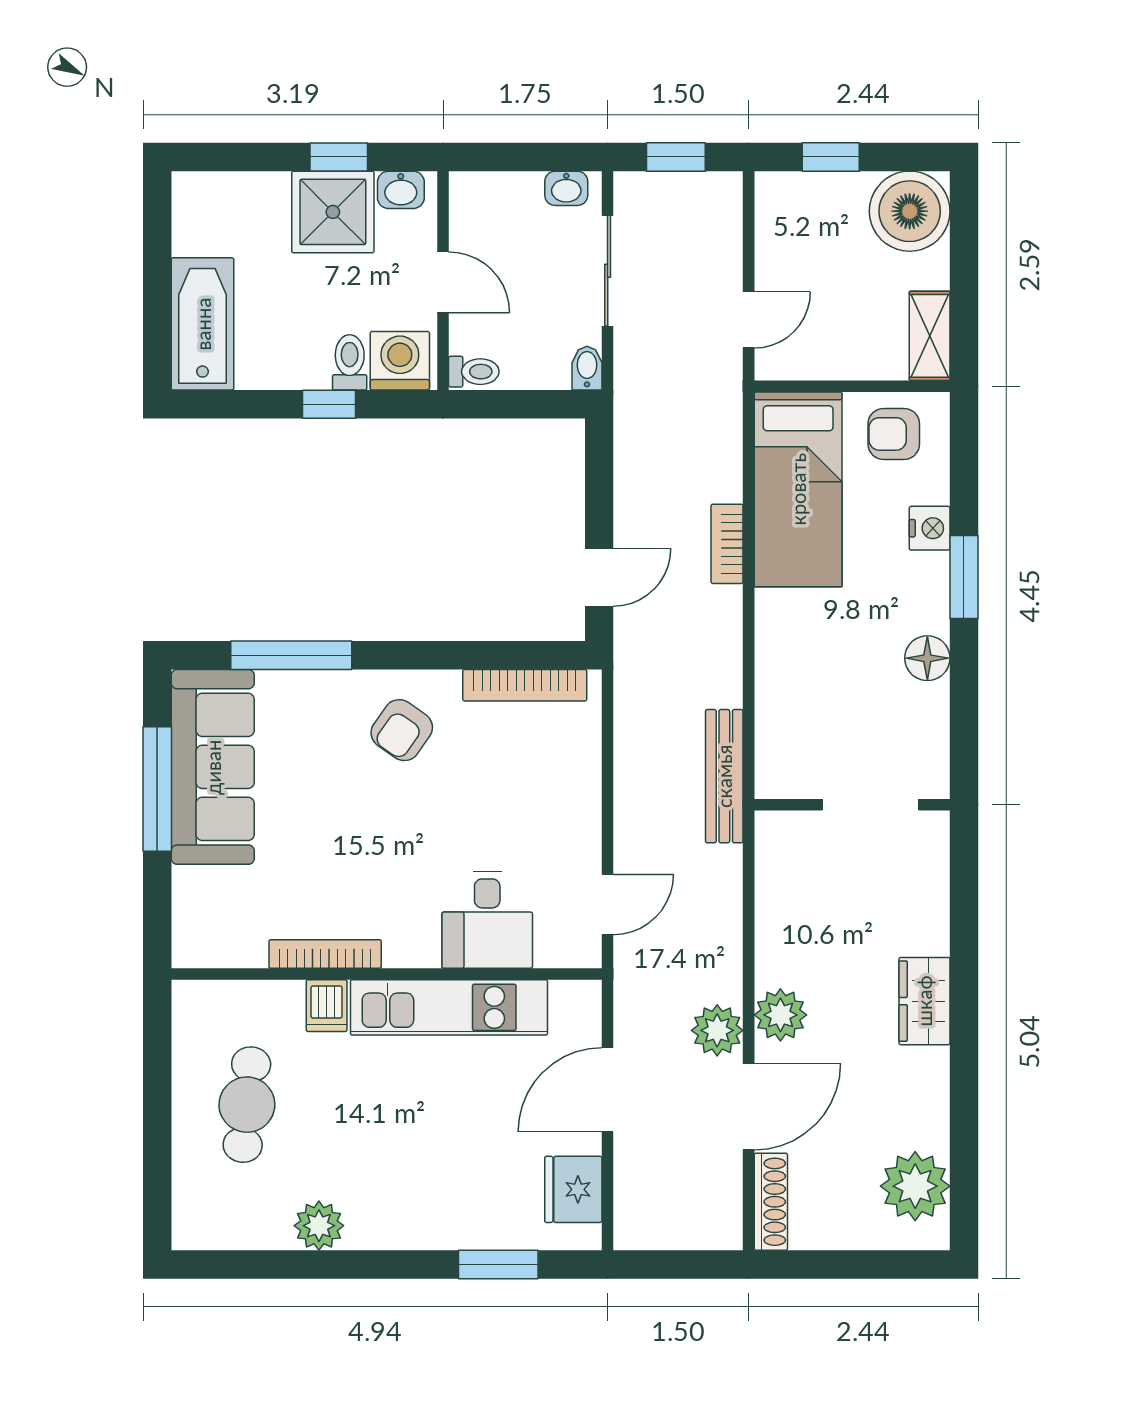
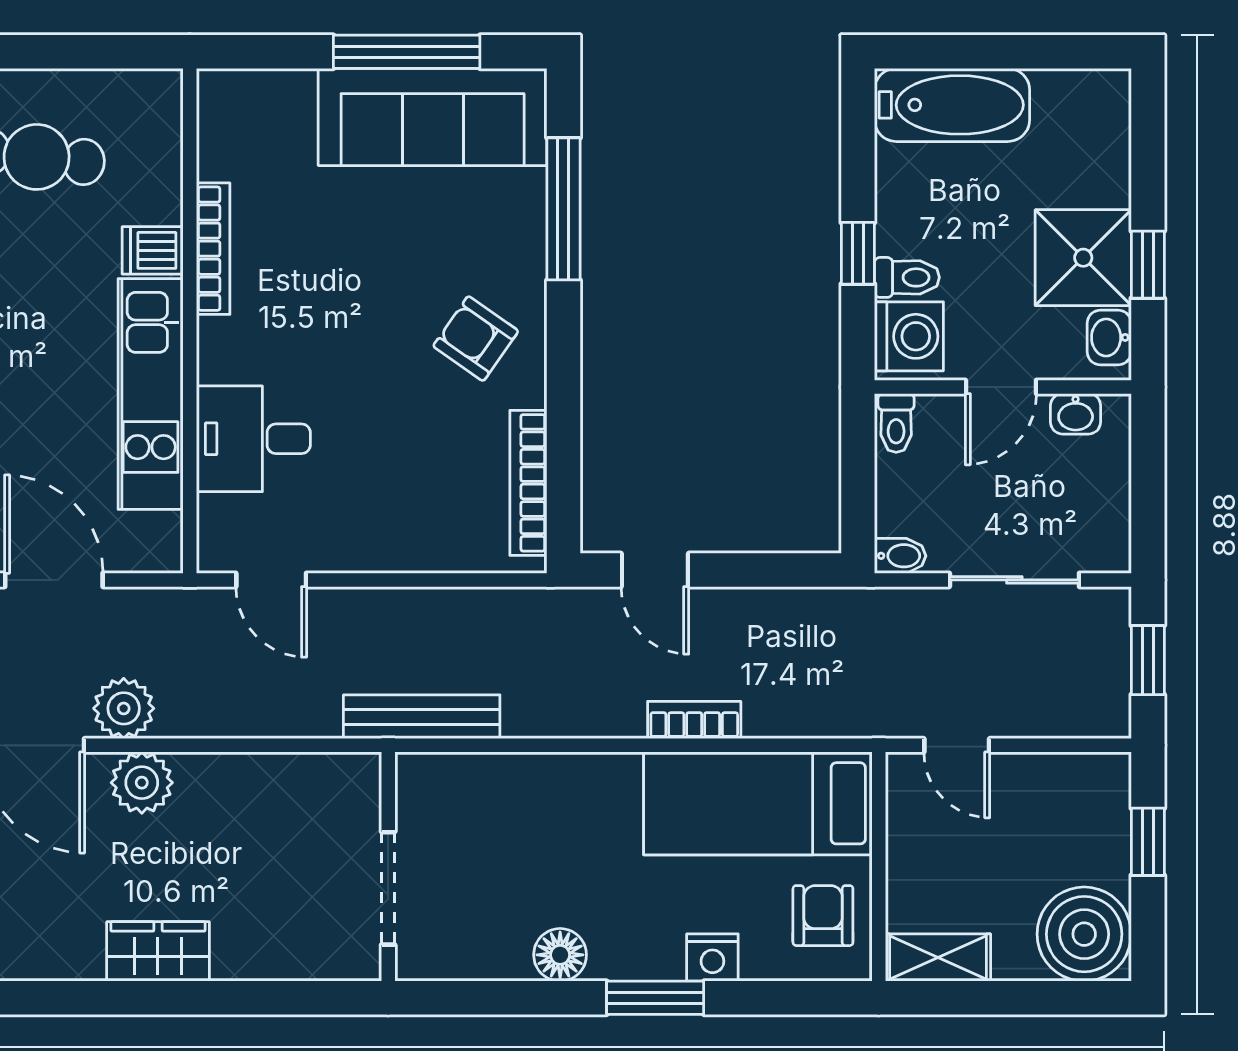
washbasin: (566, 188) -> (1076, 414), moved, turned -90

